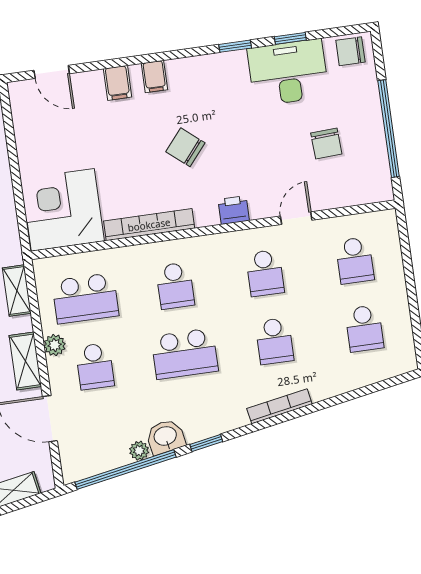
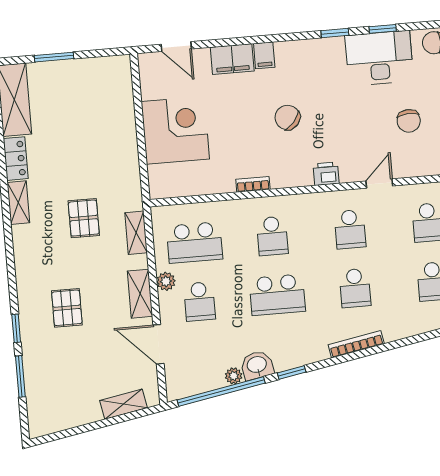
filing cabinet: (118, 83) -> (232, 59), width x2.00
corner desk: (63, 210) -> (175, 130), moved, turned 90
bookcase: (149, 225) -> (253, 184), width x0.43, depth x0.76

